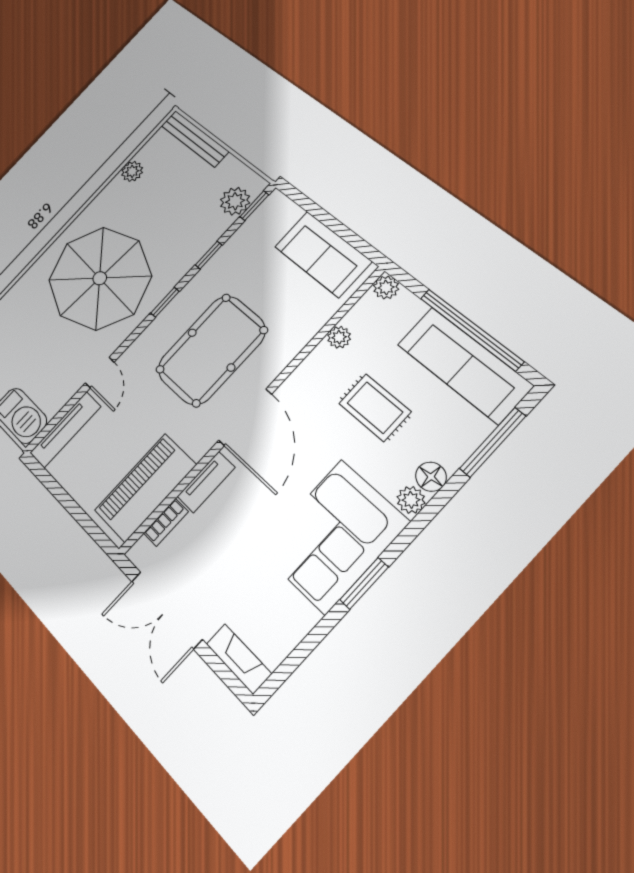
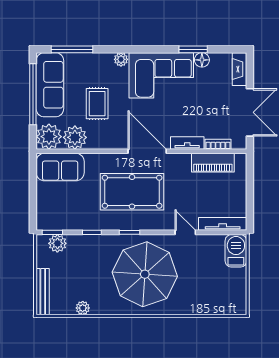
sofa: (323, 254) -> (60, 167), moved, turned 90
plant: (386, 287) -> (49, 137), width x1.87, depth x1.87
plant: (339, 337) -> (75, 137), width x1.87, depth x1.87
door: (100, 373) -> (185, 232), hinge flipped
door: (245, 417) -> (147, 151), hinge flipped
floor lamp: (431, 477) -> (202, 60), moved
piano: (145, 488) -> (213, 163), width x0.73, depth x0.75
window: (364, 583) -> (193, 49), moved

